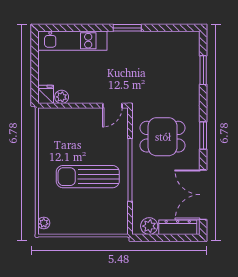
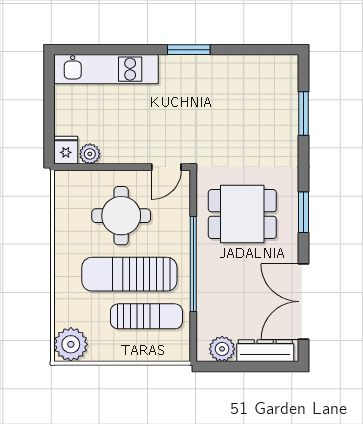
round table: (82, 138) -> (121, 216), added
sun lounger: (99, 204) -> (146, 316), added
plant: (44, 223) -> (71, 344), width x1.87, depth x1.87

